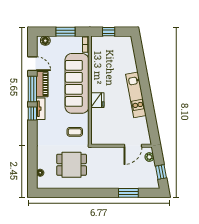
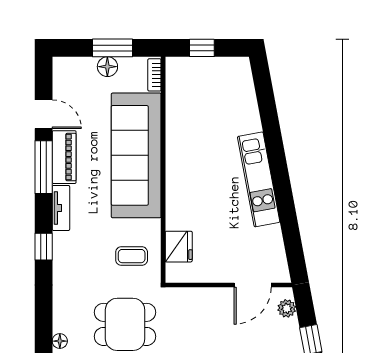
floor lamp: (45, 41) -> (107, 67), moved
fridge: (97, 100) -> (179, 247), moved
window: (32, 113) -> (44, 247), moved

